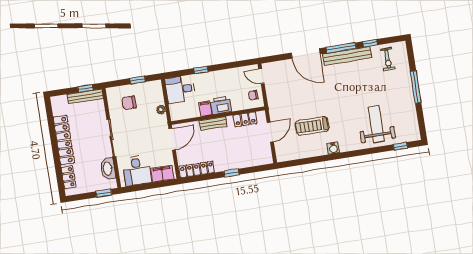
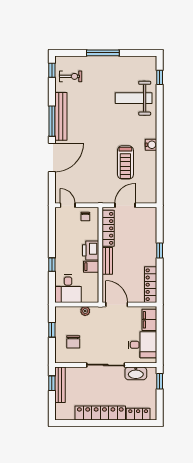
window: (370, 43) -> (52, 70), moved
door: (261, 76) -> (68, 205), swing flipped
locker: (245, 119) -> (108, 228), width x1.53
door: (270, 132) -> (125, 205), hinge flipped

